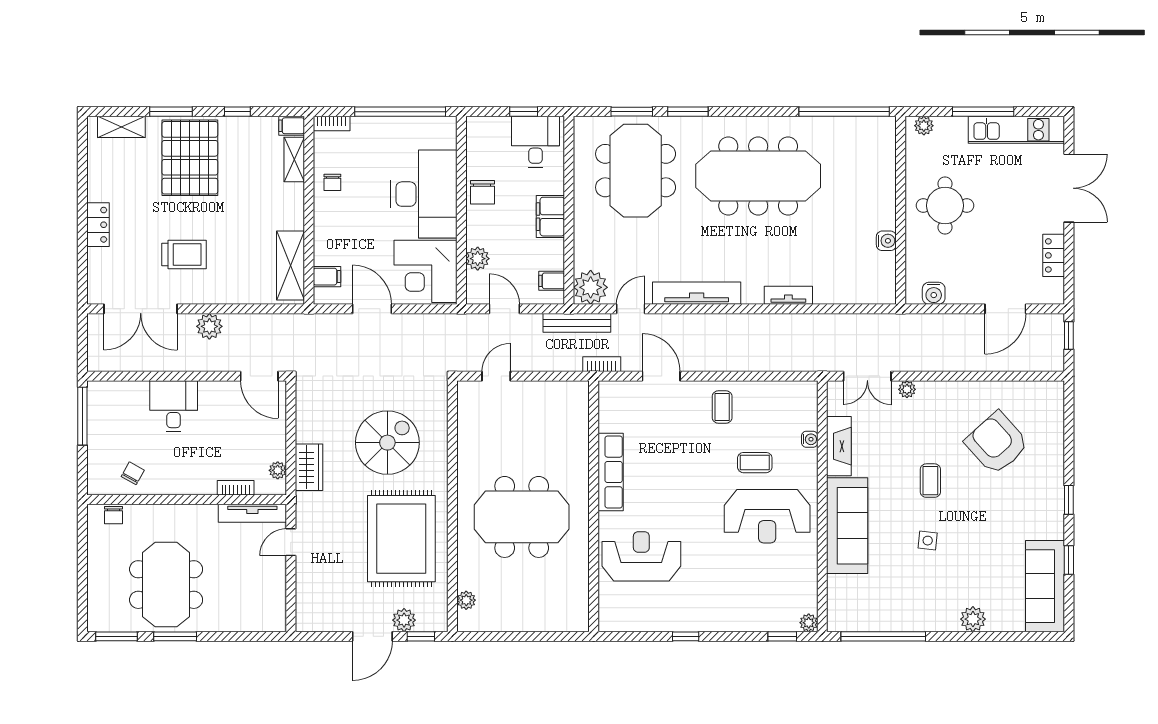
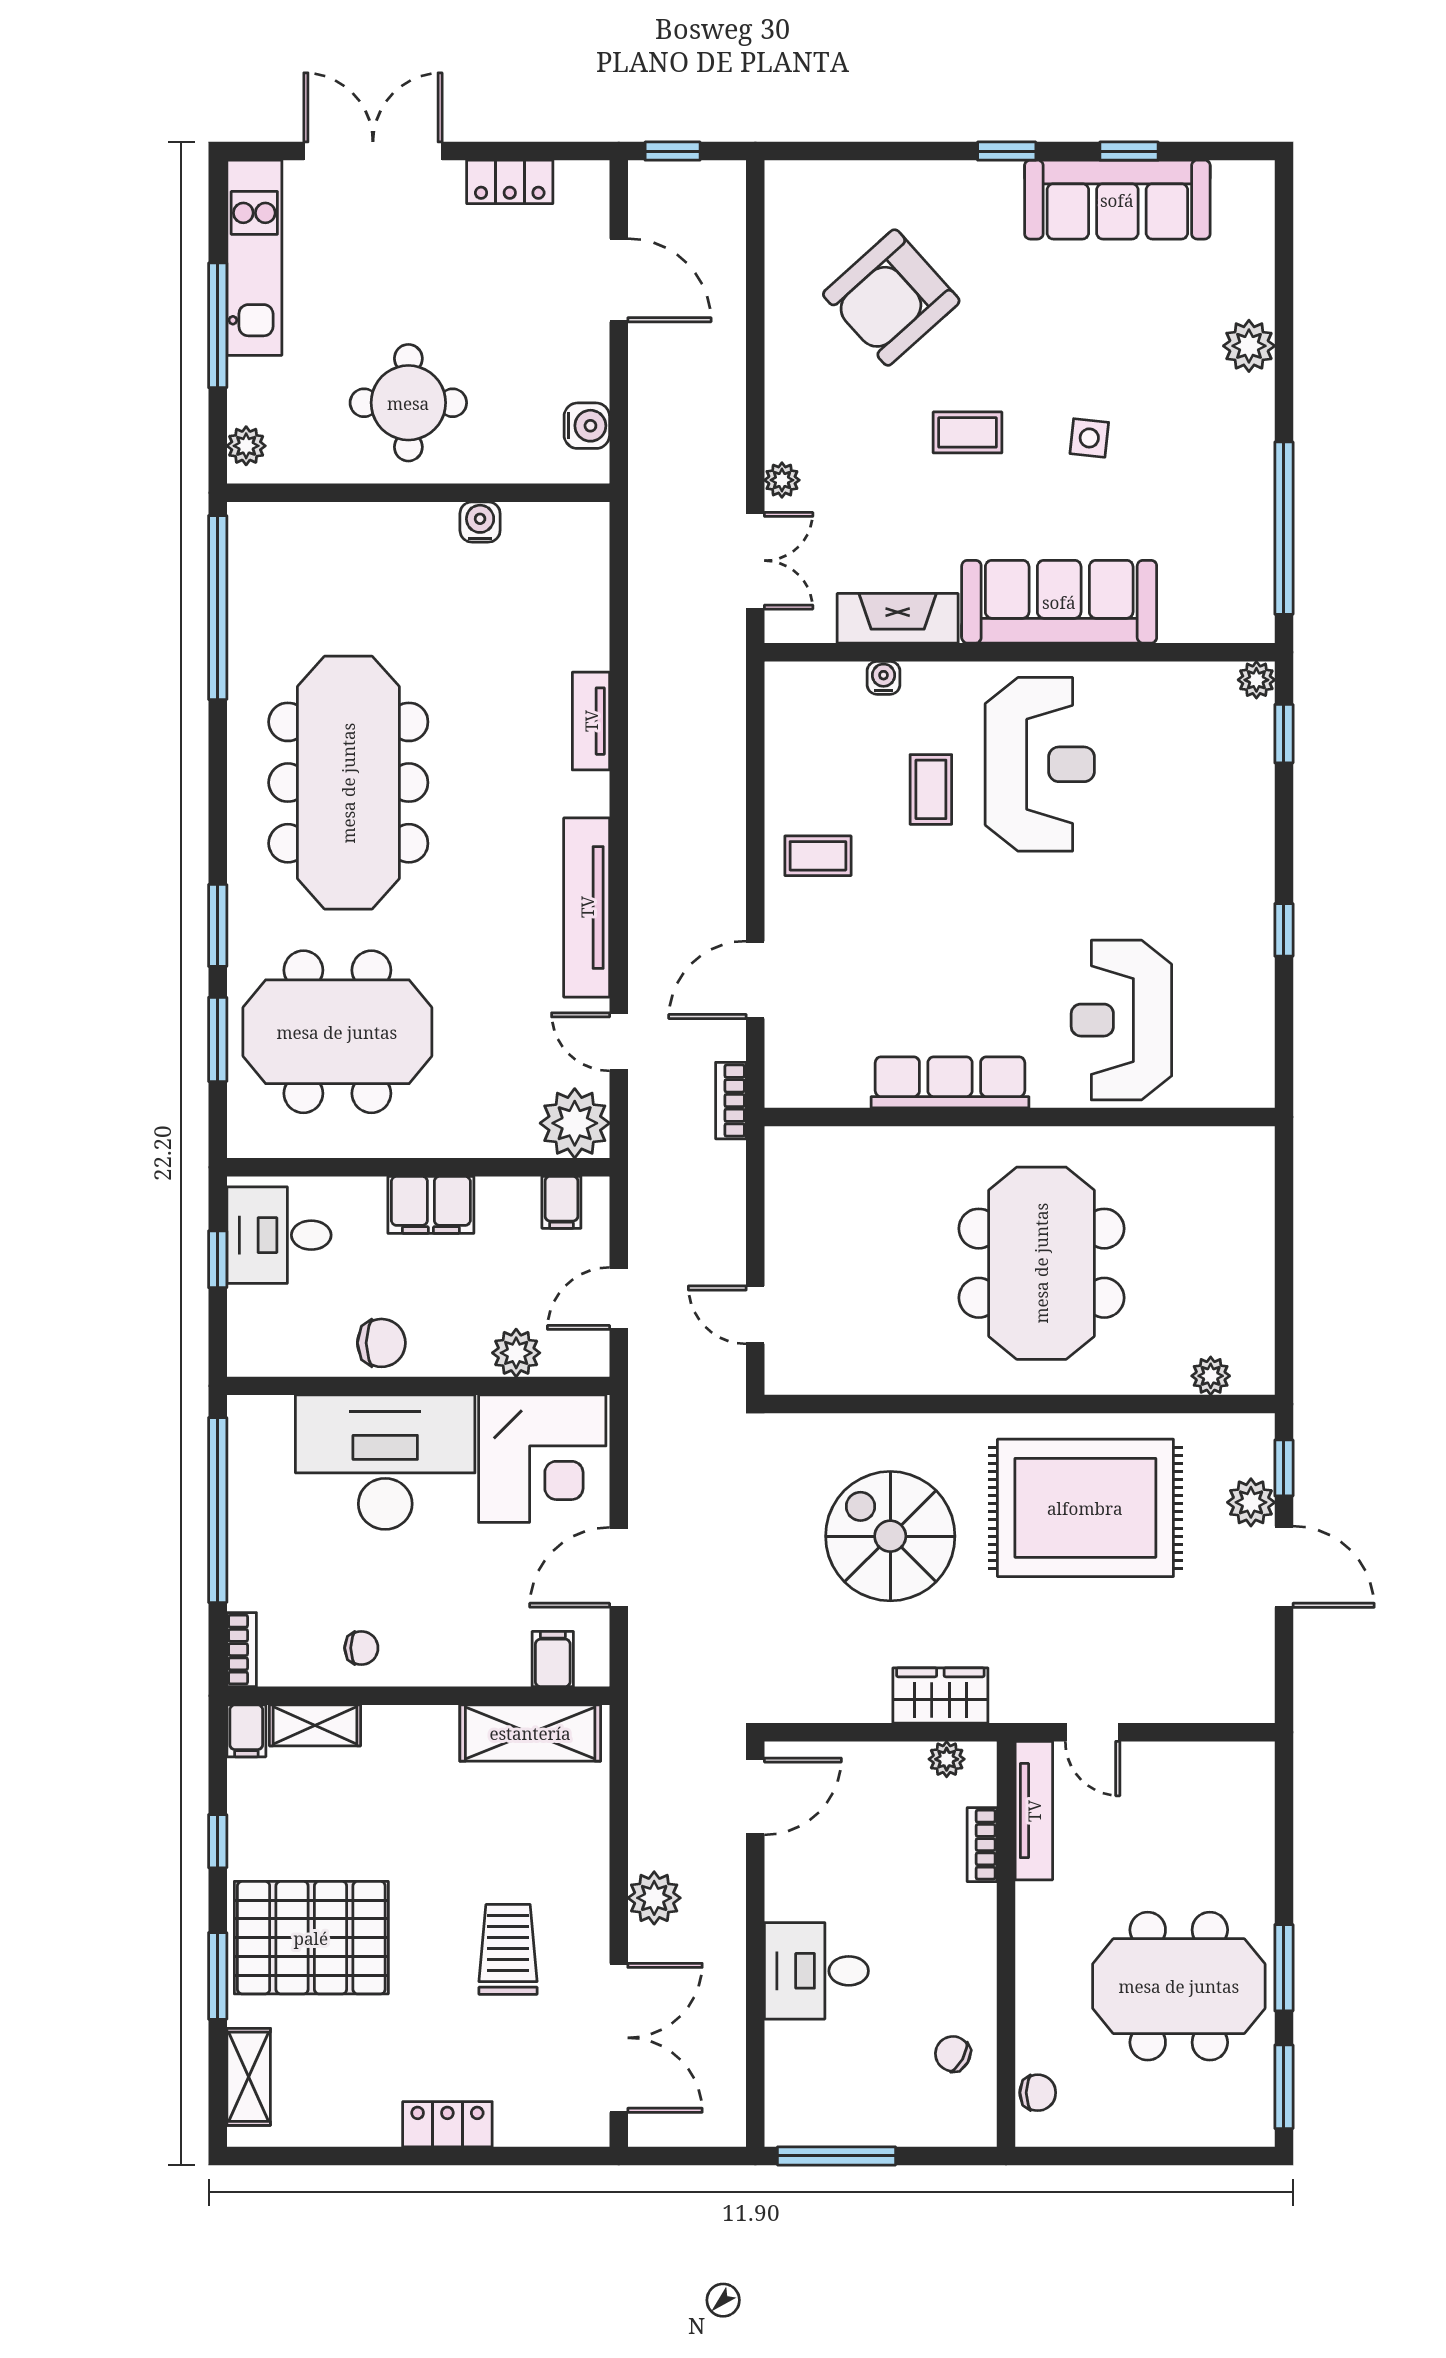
bench: (577, 323) -> (647, 1151), removed
sofa: (1045, 586) -> (1117, 200), moved

